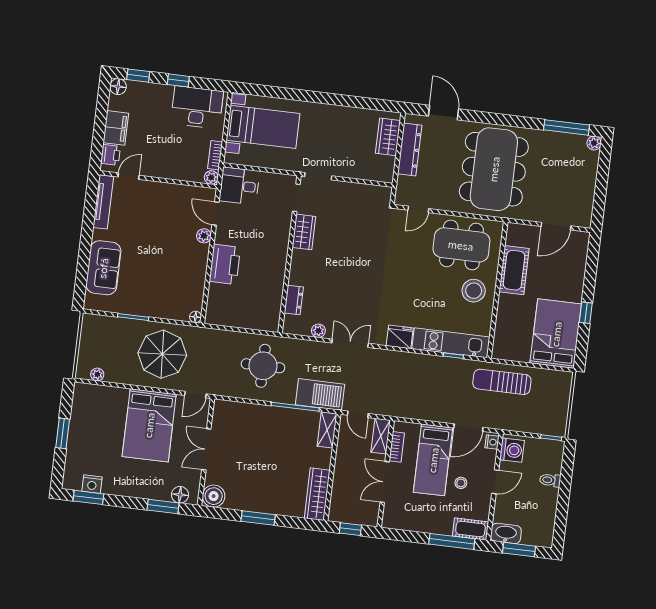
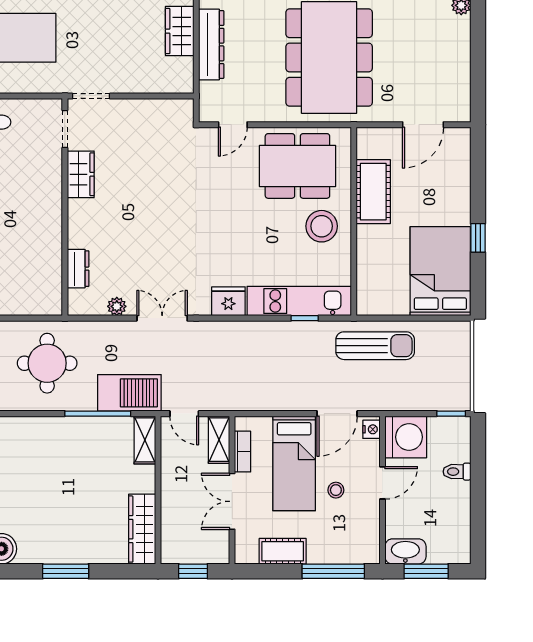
sun lounger: (502, 382) -> (375, 346), turned 180
washing machine: (512, 450) -> (406, 437), width x1.37, depth x1.37
cot: (470, 529) -> (283, 551), moved

